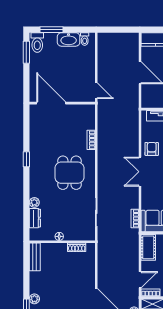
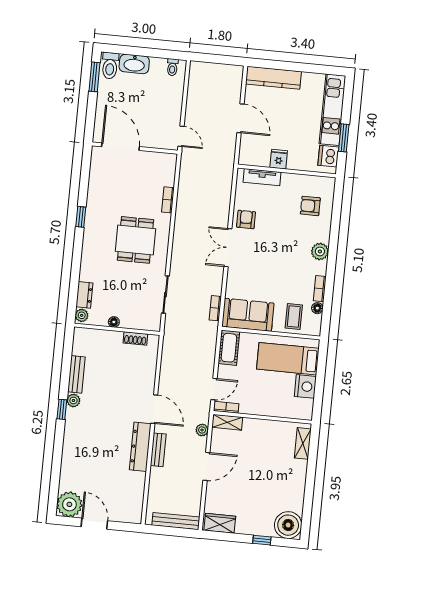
window: (51, 30) -> (130, 51), removed
washbasin: (69, 39) -> (134, 64), moved
plant: (34, 202) -> (82, 315), moved
bench: (35, 257) -> (76, 374), moved

